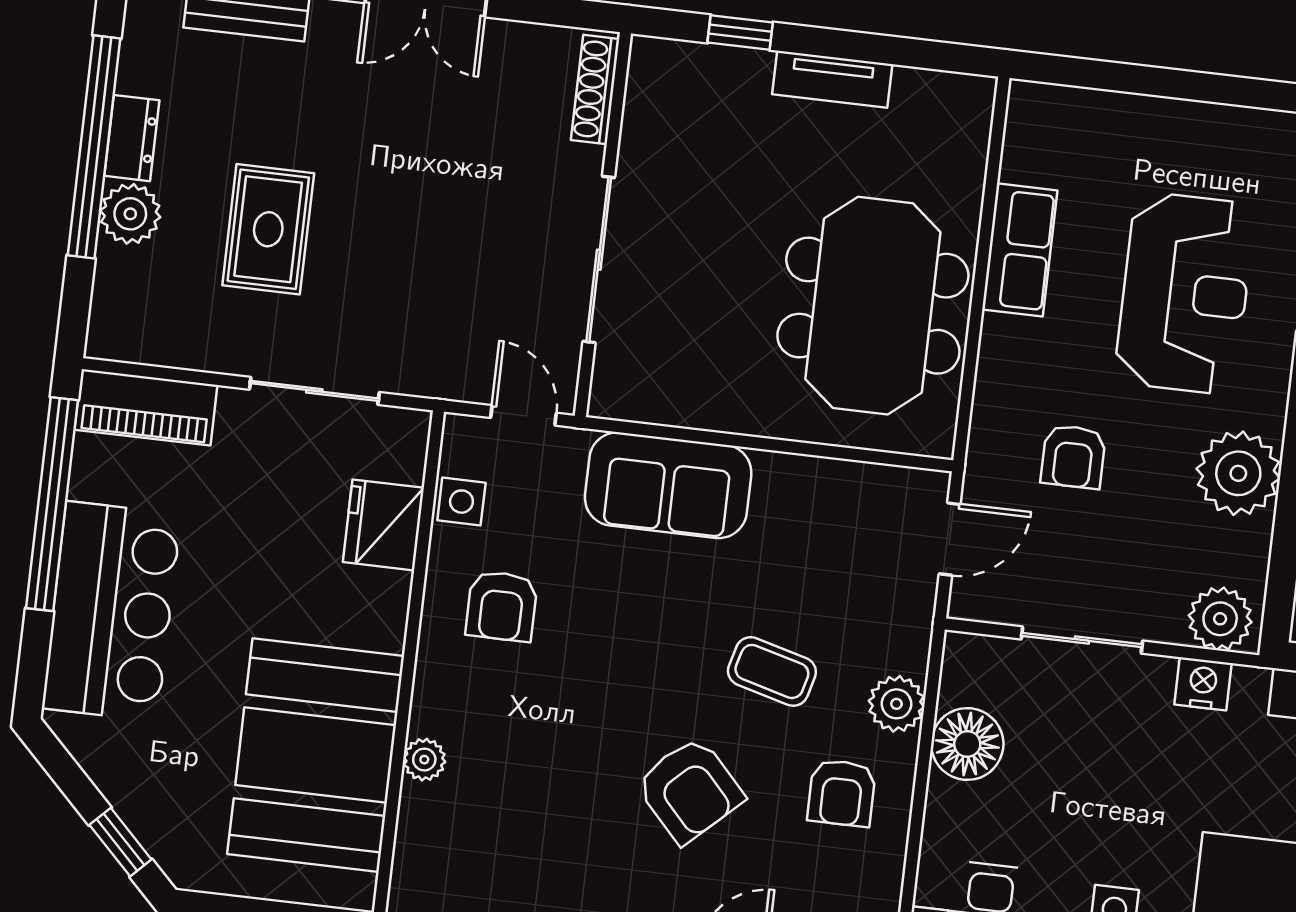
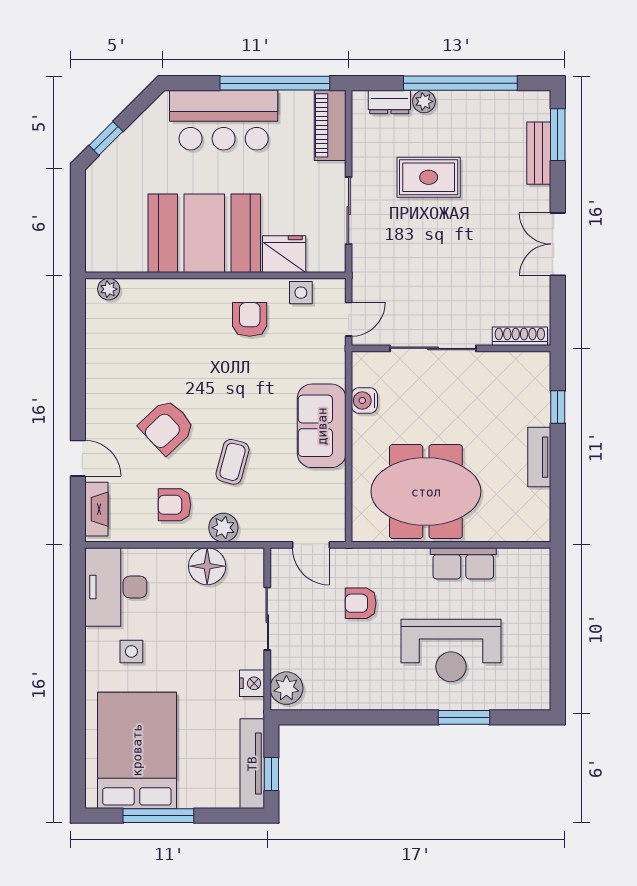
dresser: (132, 138) -> (389, 102), moved
plant: (130, 214) -> (424, 101), width x0.73, depth x0.73
water cooler: (684, 404) -> (364, 400), added
plant: (1238, 473) -> (362, 689), removed
sofa: (668, 485) -> (322, 426), moved
armchair: (502, 606) -> (250, 319), turned 90
booth: (316, 755) -> (204, 233), moved
plant: (424, 760) -> (109, 289), moved

